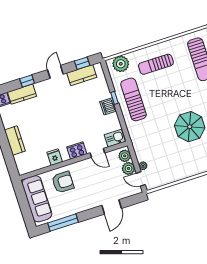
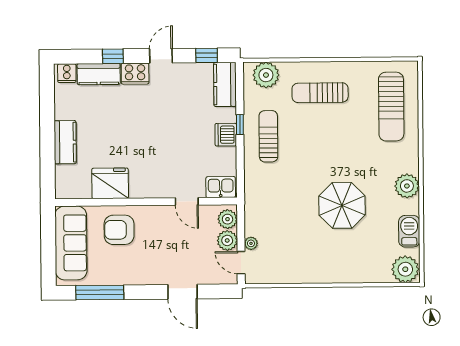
kitchen counter: (82, 75) -> (225, 84), moved, turned 90
sun lounger: (134, 99) -> (268, 136), width x0.73, depth x0.75
cooker: (77, 150) -> (135, 74), moved, turned 180
fridge: (55, 157) -> (110, 183), width x1.88, depth x1.34
armchair: (63, 182) -> (119, 230), turned 180
door: (112, 207) -> (183, 292), hinge flipped

